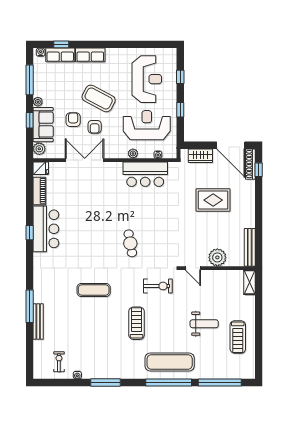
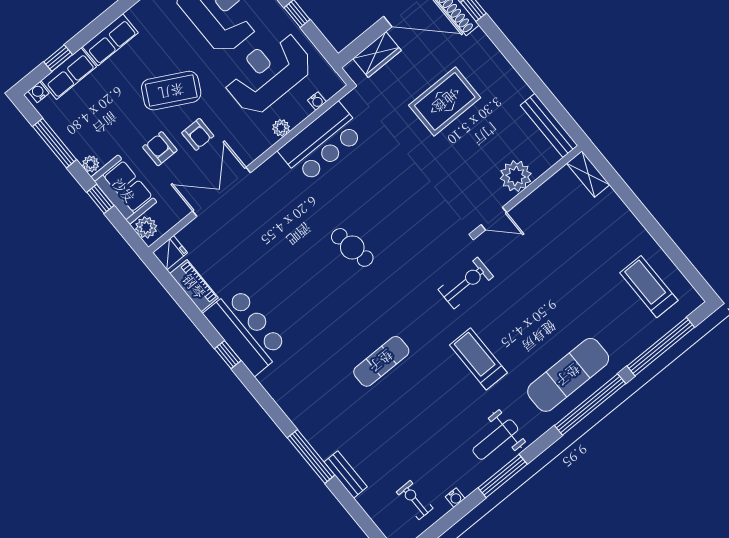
cafe table: (130, 243) -> (352, 247), moved
bench: (38, 322) -> (346, 474), width x0.73
weight bench: (204, 324) -> (495, 440), moved, turned 180
treadmill: (238, 337) -> (649, 287), moved, turned 180

